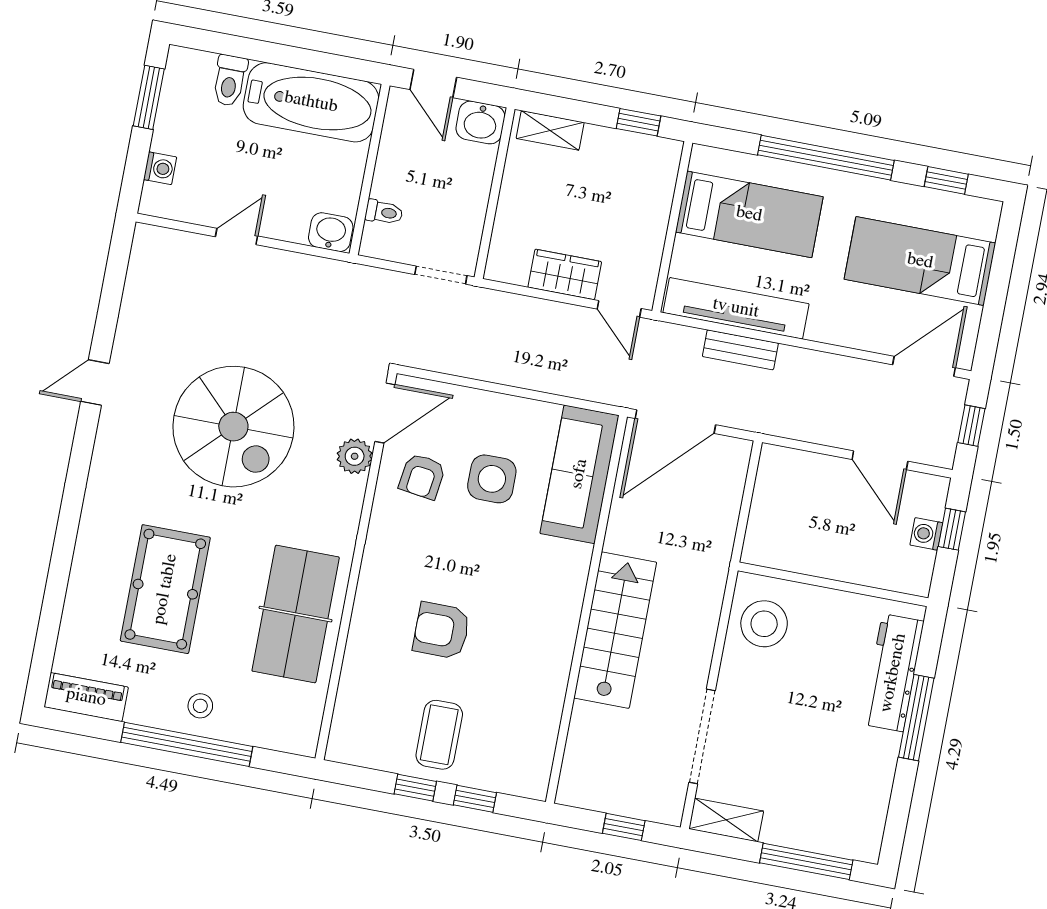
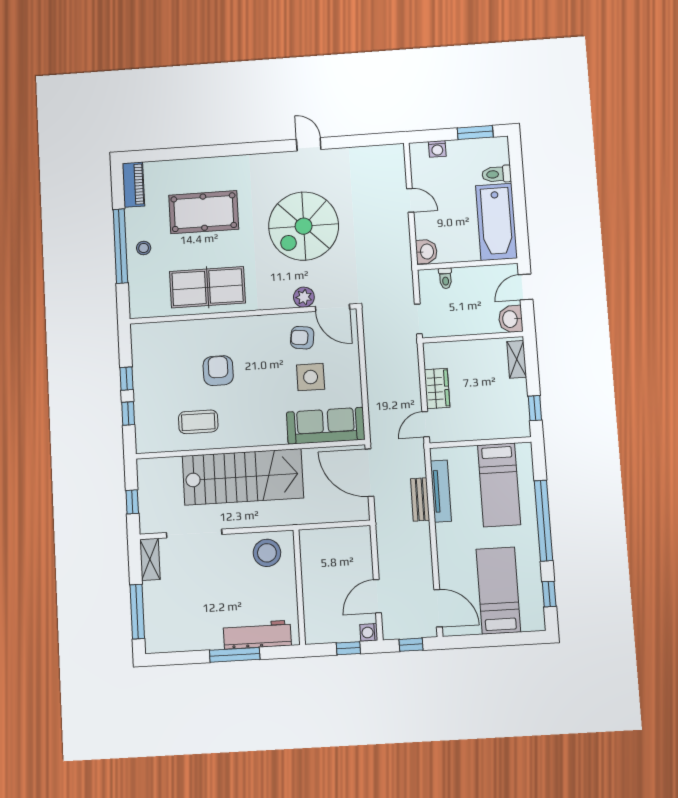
tv unit: (736, 308) -> (441, 491), width x0.73, depth x0.78
washing machine: (926, 534) -> (369, 632), moved, turned -90
stairs: (615, 630) -> (243, 477), width x1.36, depth x1.51
coffee table: (439, 735) -> (198, 422), moved

